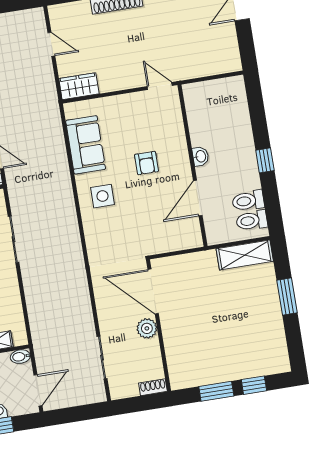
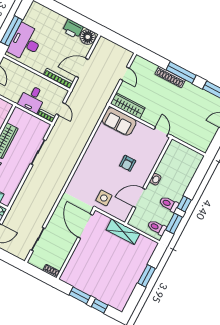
wardrobe: (79, 86) -> (128, 106), width x1.50
sofa: (86, 145) -> (119, 121), moved, turned 90
side table: (102, 196) -> (104, 198), moved
window: (271, 197) -> (174, 223), added
toilet: (248, 201) -> (169, 204), moved
shelving: (245, 255) -> (123, 232), moved
plant: (147, 328) -> (69, 241), removed

